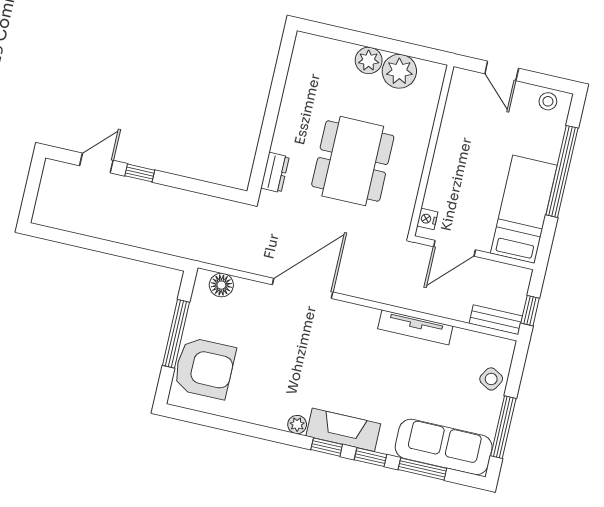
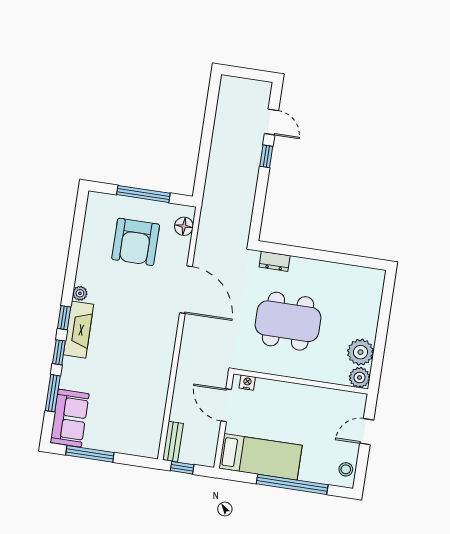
plant: (369, 60) -> (360, 377), moved
tv unit: (415, 327) -> (162, 380), removed
armchair: (204, 368) -> (136, 242), moved
side table: (491, 379) -> (127, 441), removed
sofa: (444, 447) -> (70, 418), width x0.73

